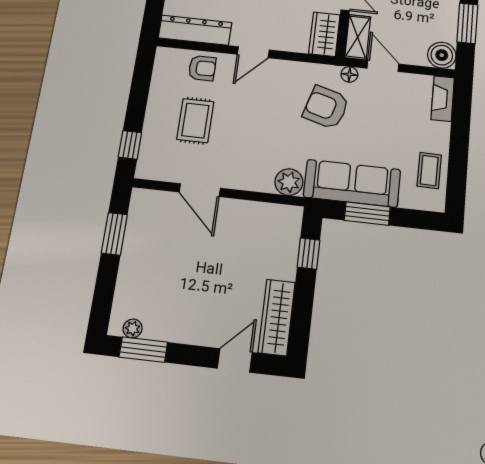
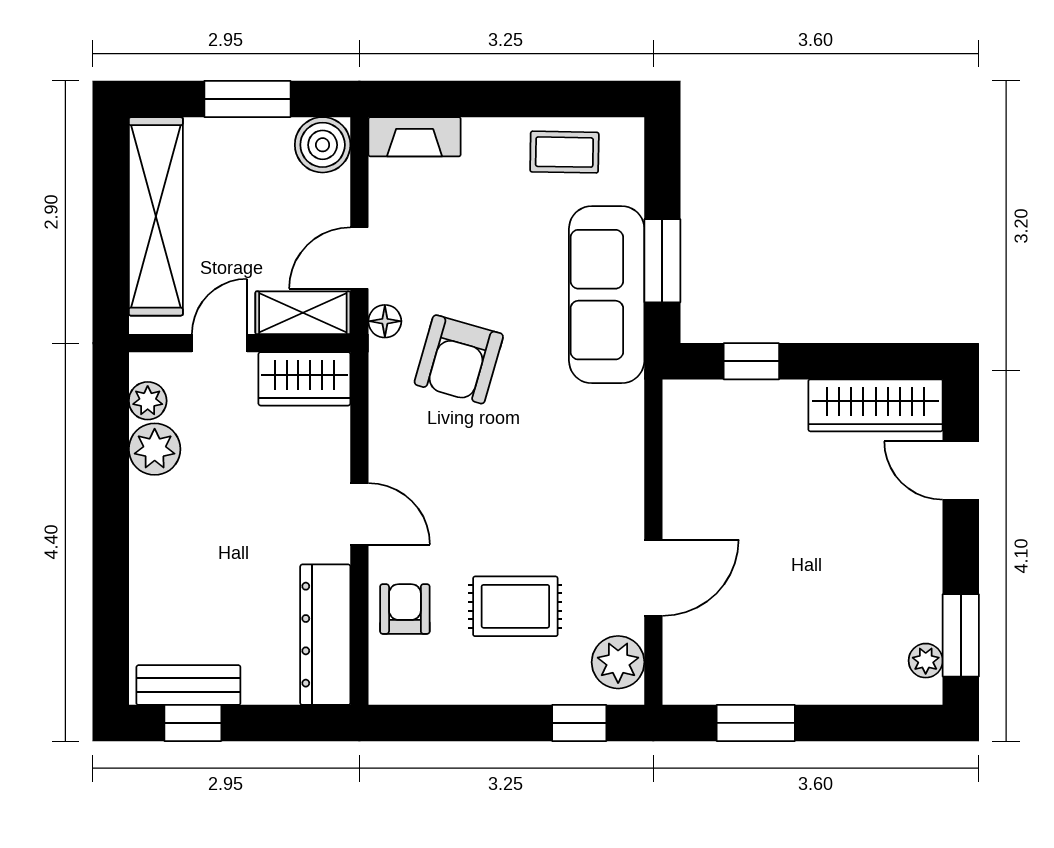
plant: (289, 182) -> (618, 662), moved

